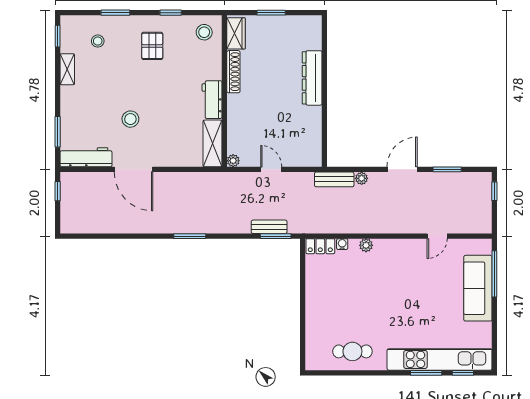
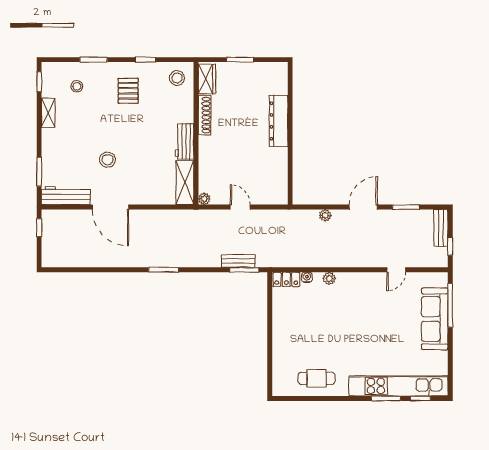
bench: (334, 179) -> (441, 228), moved, turned 90
window: (494, 191) -> (450, 246), moved

